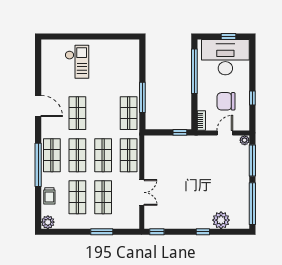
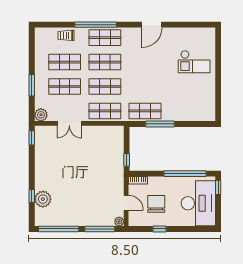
window: (229, 37) -> (218, 187), moved
shop shelf: (77, 113) -> (145, 62), removed
plant: (48, 222) -> (41, 115), moved
window: (203, 232) -> (32, 196), moved

